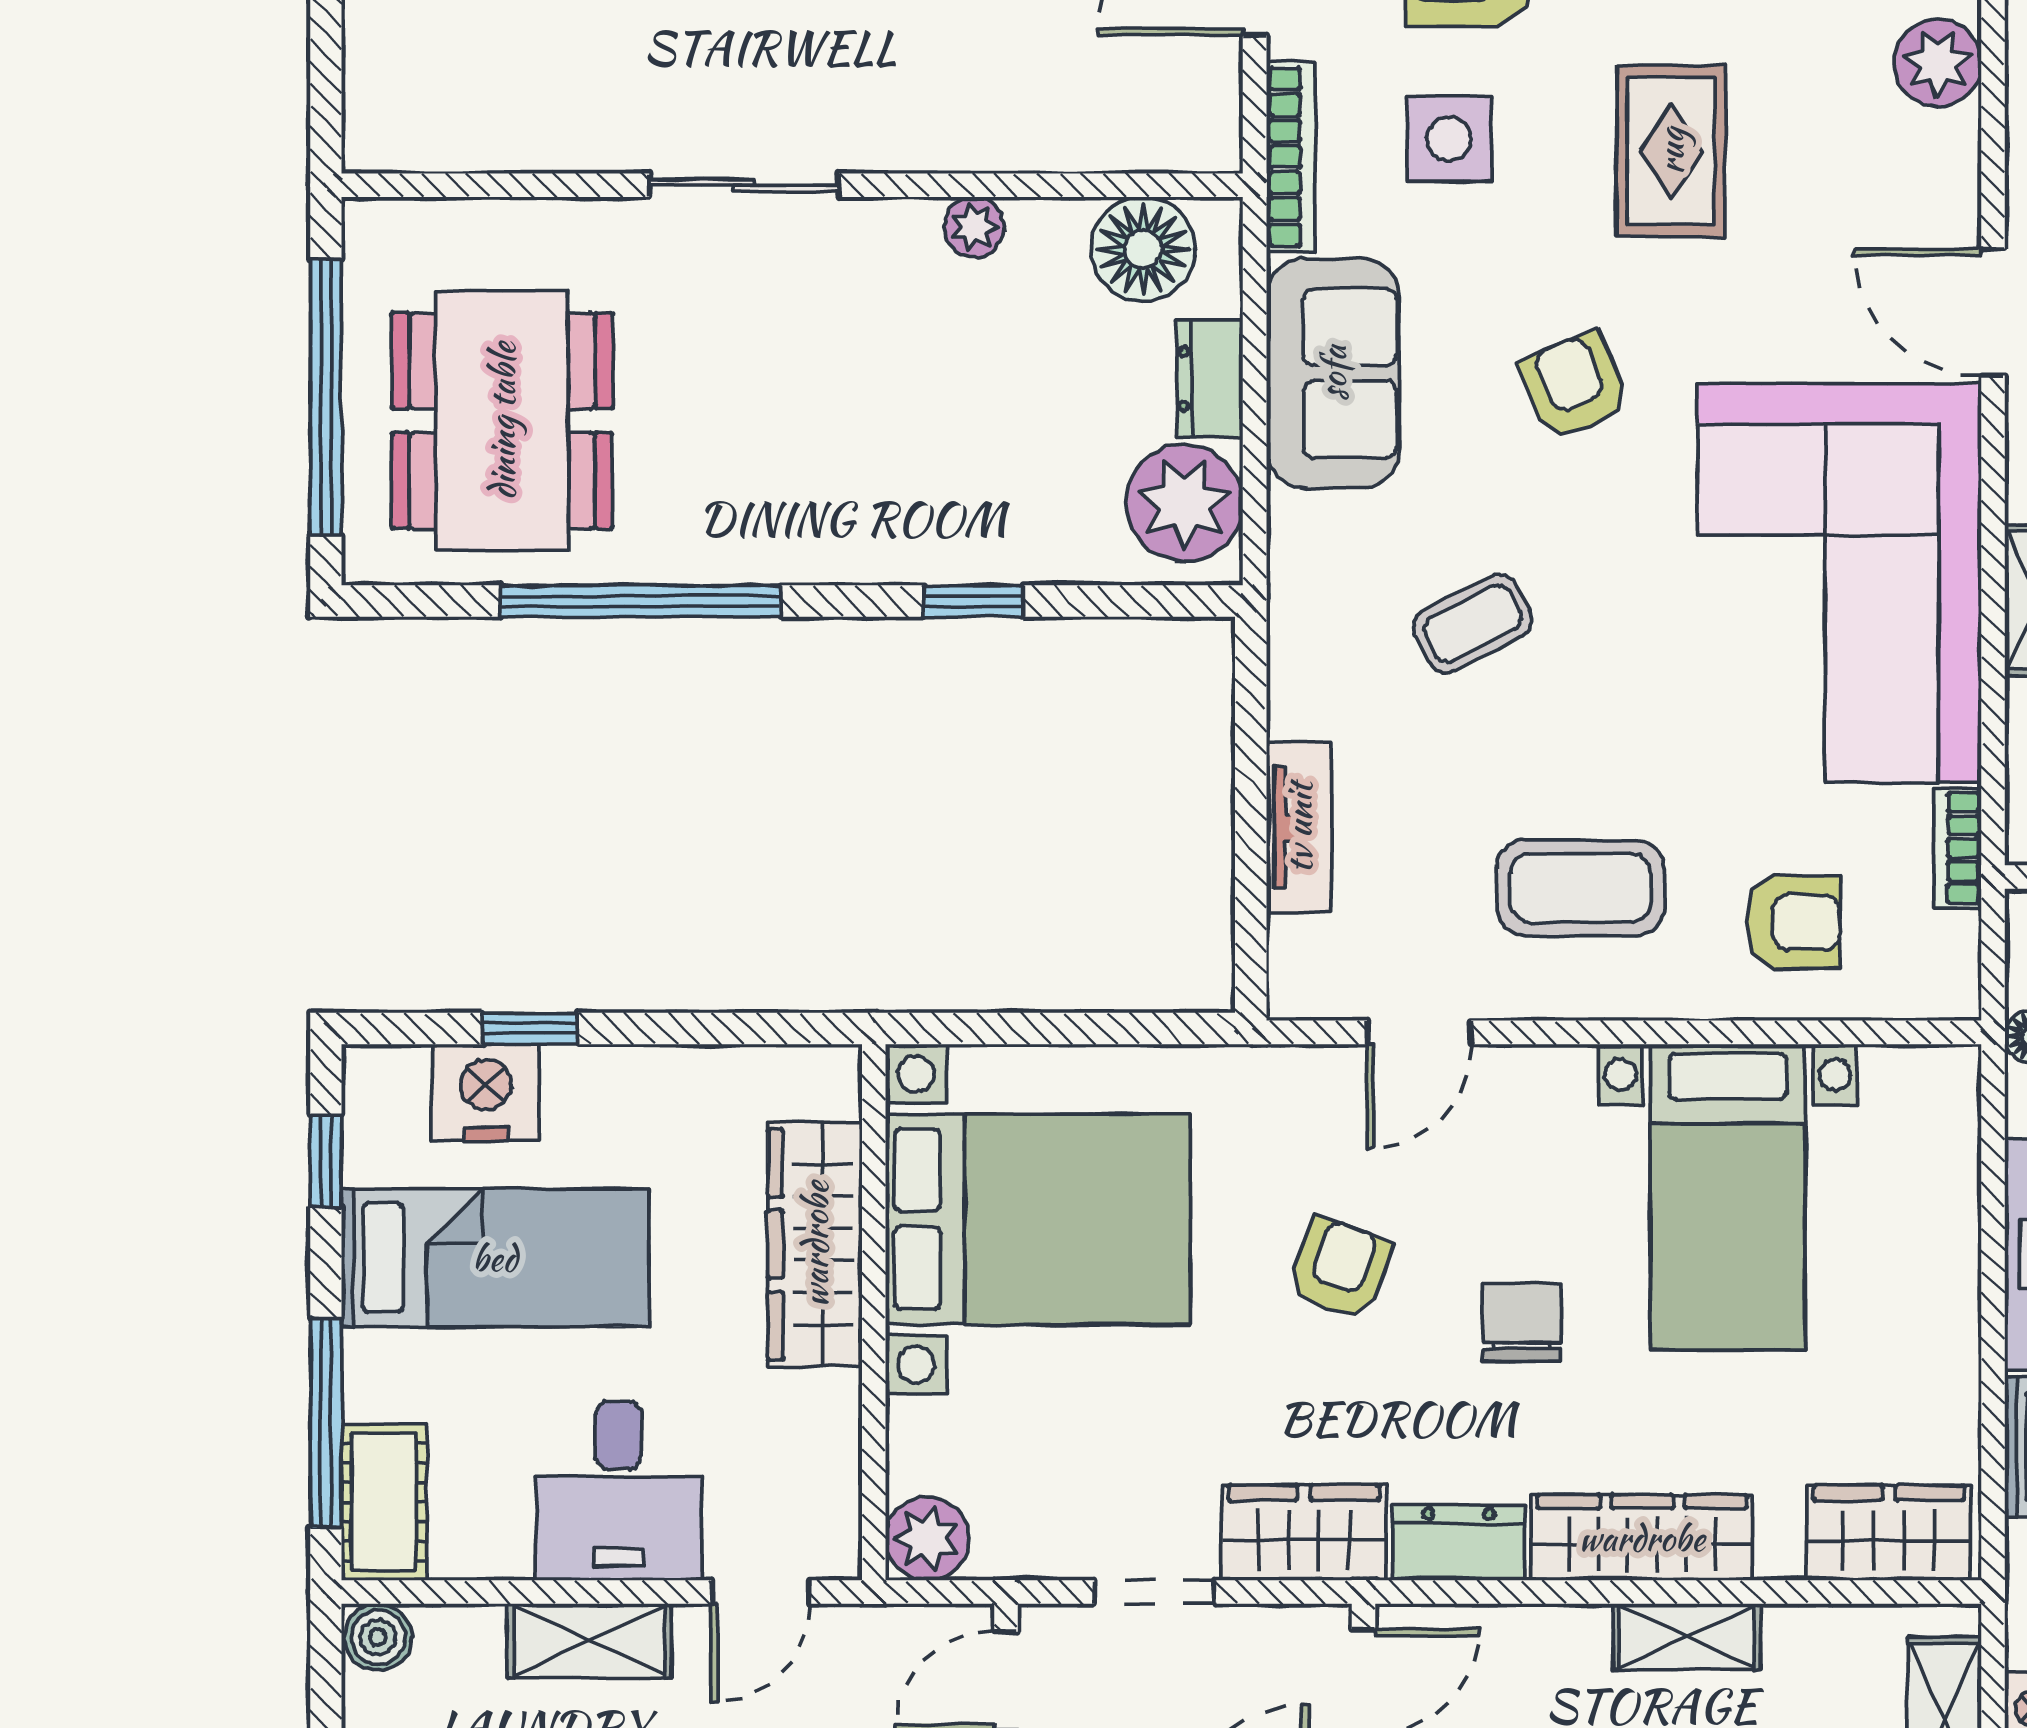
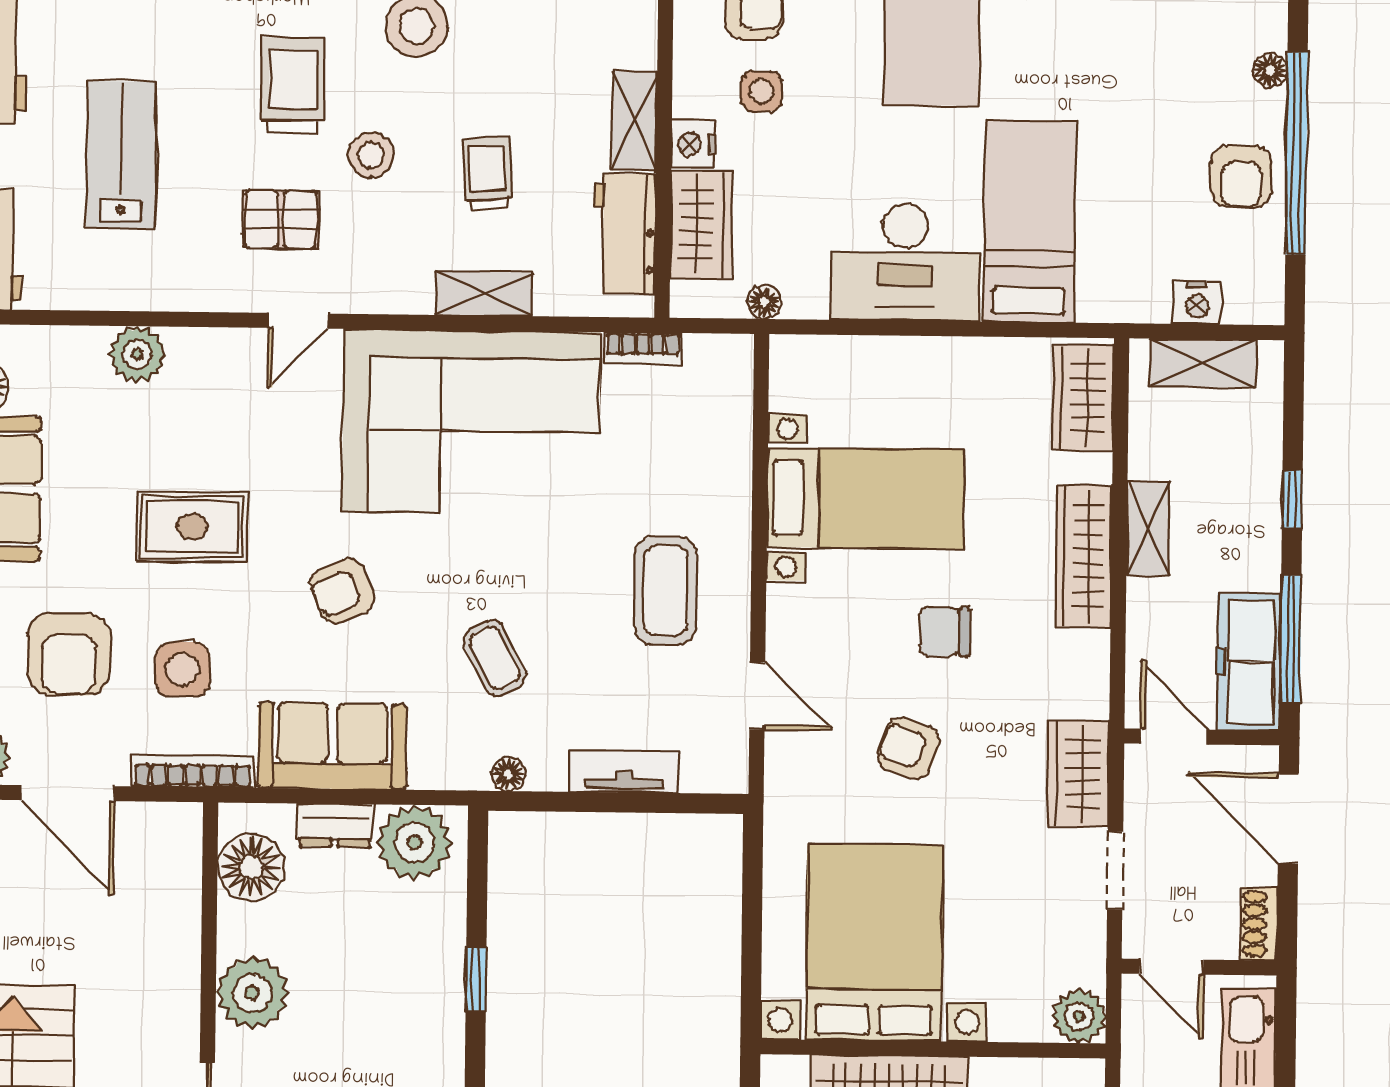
plant: (974, 227) -> (252, 993), width x1.88, depth x1.88
door: (1993, 312) -> (298, 321), width x0.73
floor lamp: (1292, 647) -> (508, 774), added
armchair: (1793, 922) -> (689, 454), removed
dresser: (1459, 1543) -> (1086, 674), removed

